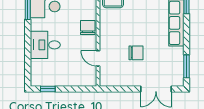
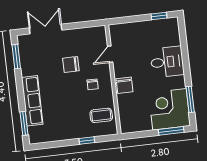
chair: (118, 32) -> (93, 84), added
door: (98, 58) -> (110, 54), swing flipped

